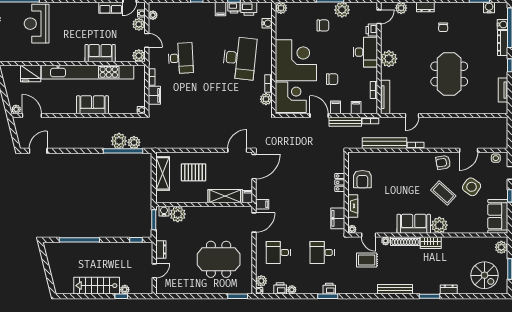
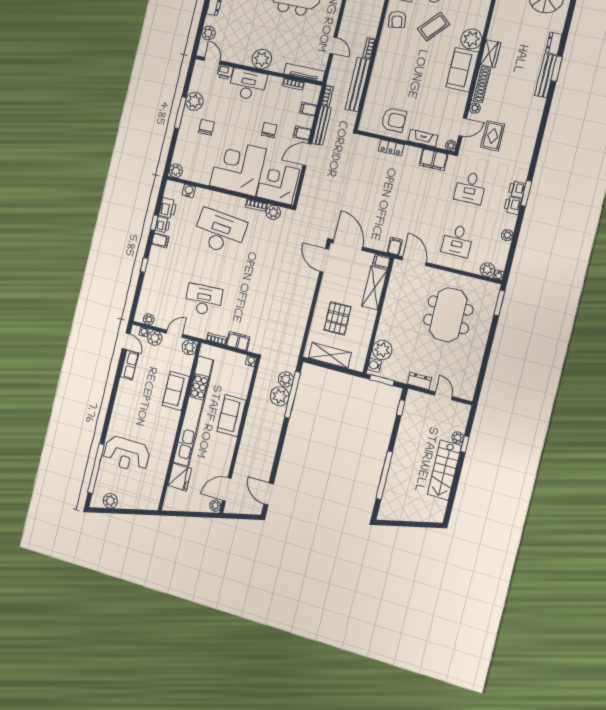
printer: (280, 288) -> (513, 205), moved
bench: (395, 289) -> (546, 76), moved

